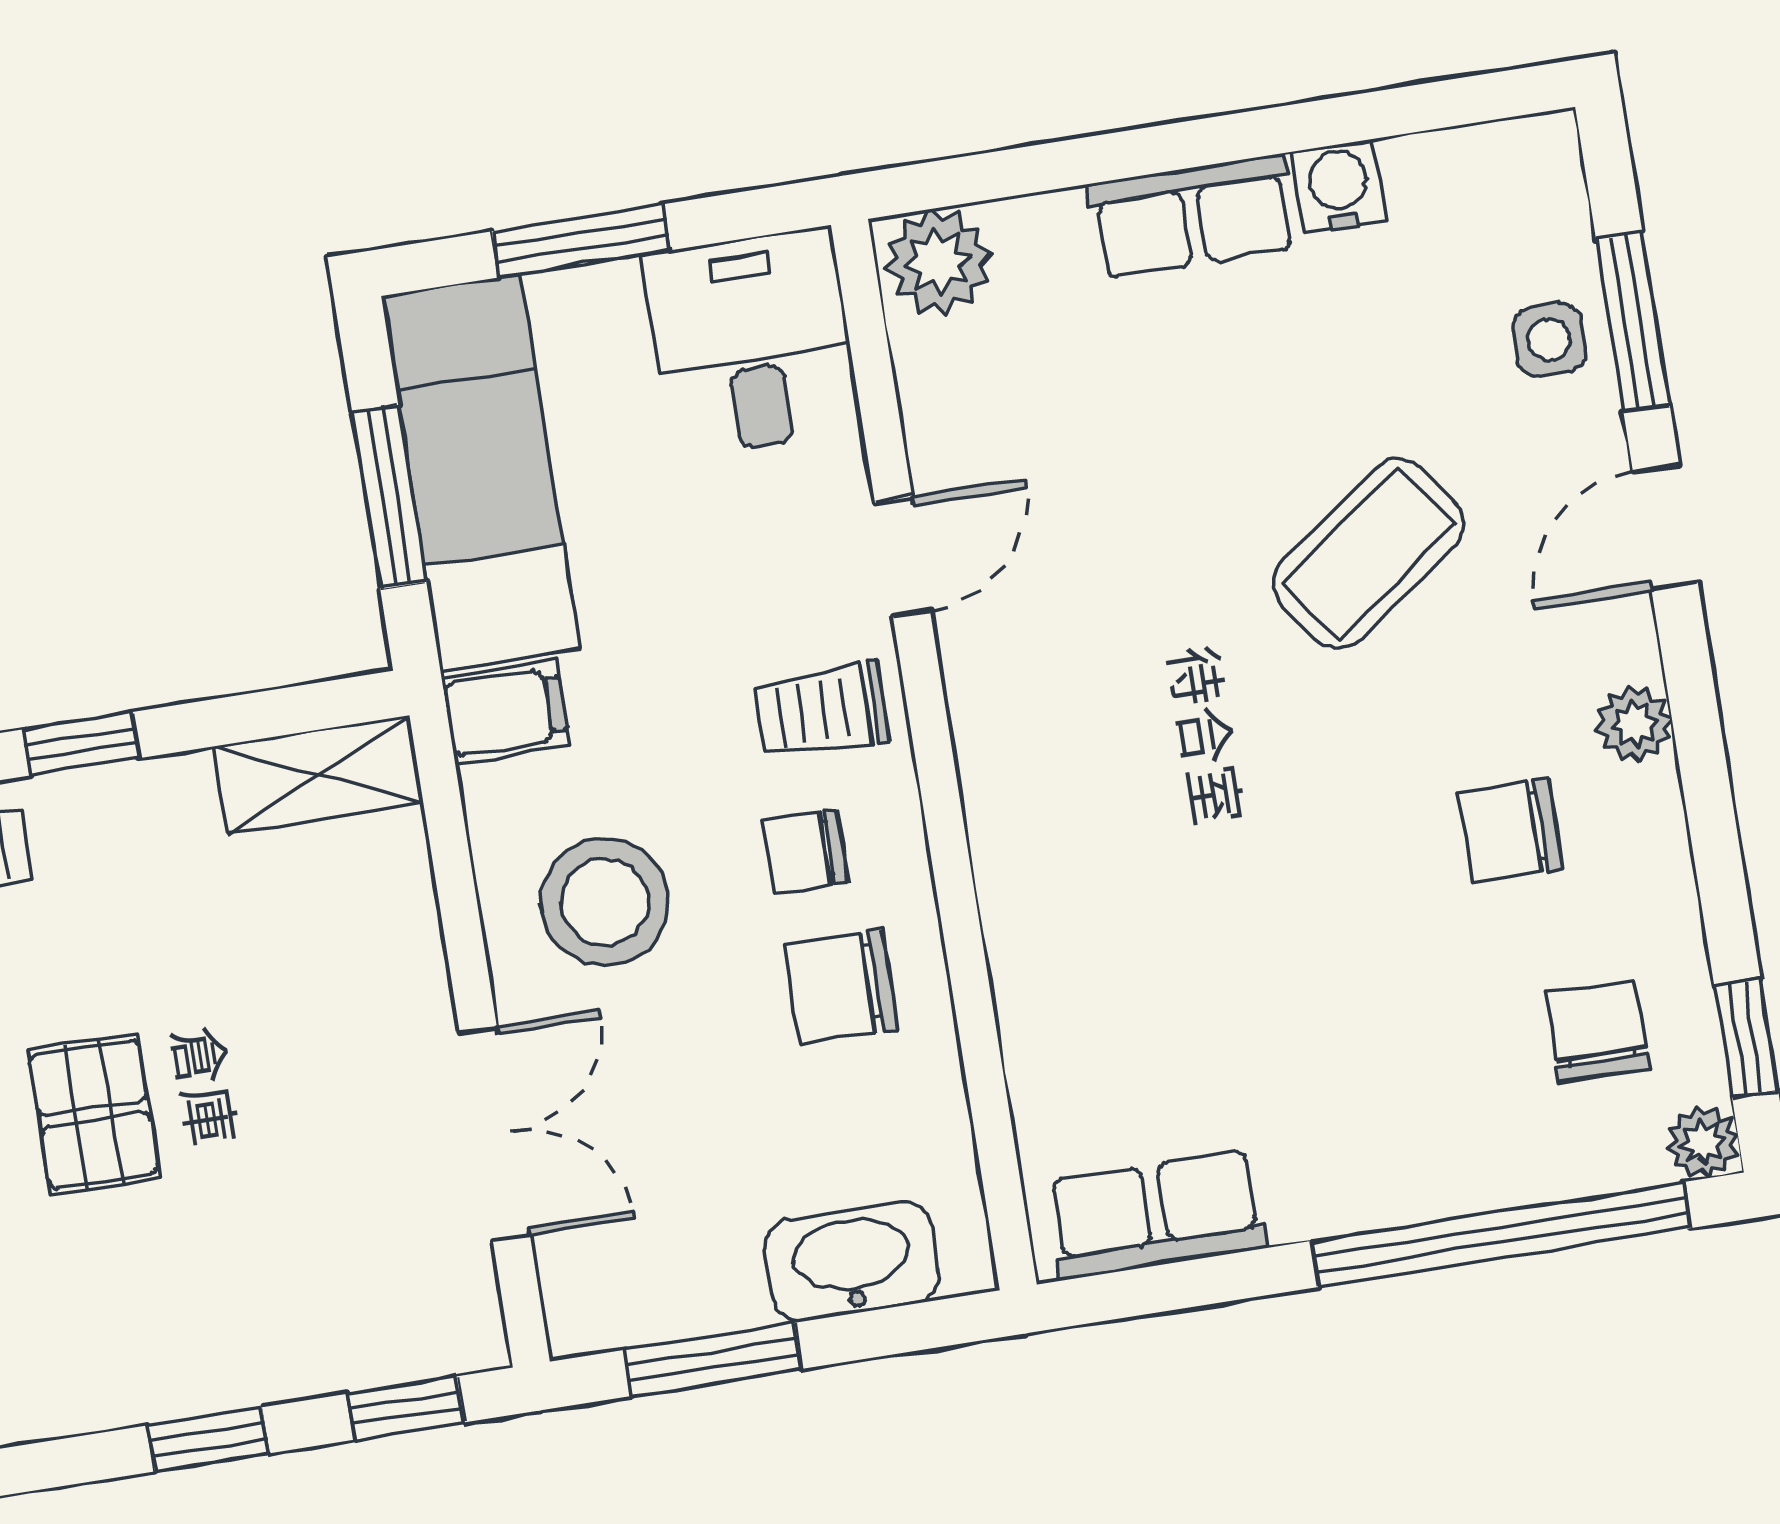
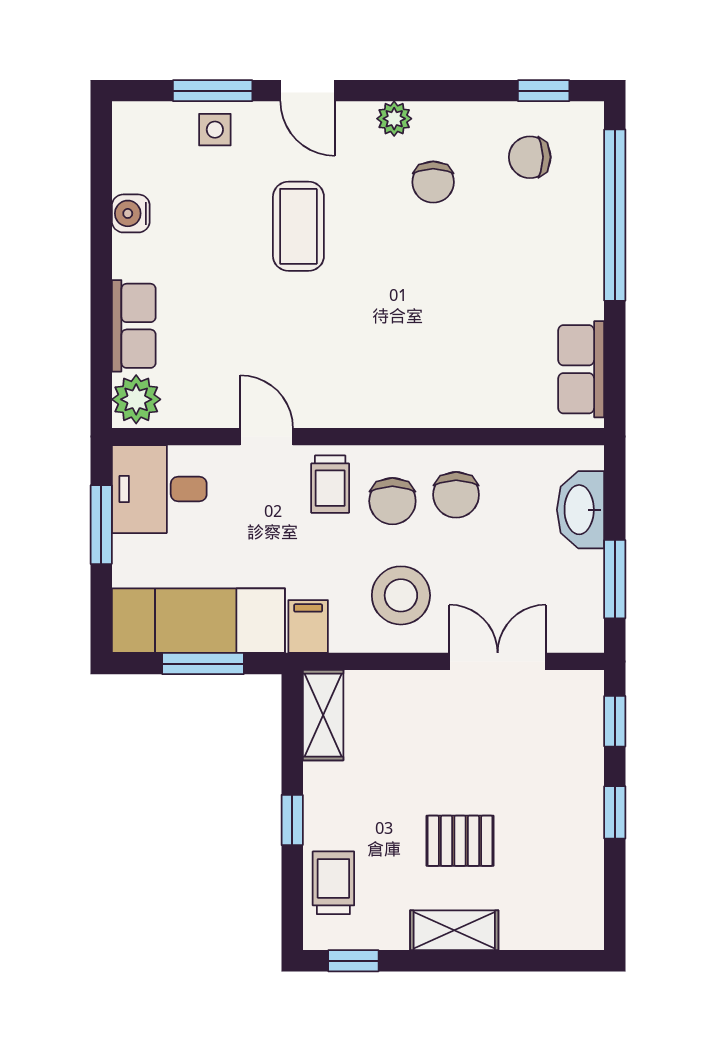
row of seats: (1192, 216) -> (134, 326), moved
window: (581, 241) -> (101, 525), moved
coffee table: (1368, 554) -> (298, 226), turned 36
chair: (806, 851) -> (392, 501), width x1.37, depth x1.37
plant: (1703, 1142) -> (588, 118), removed

